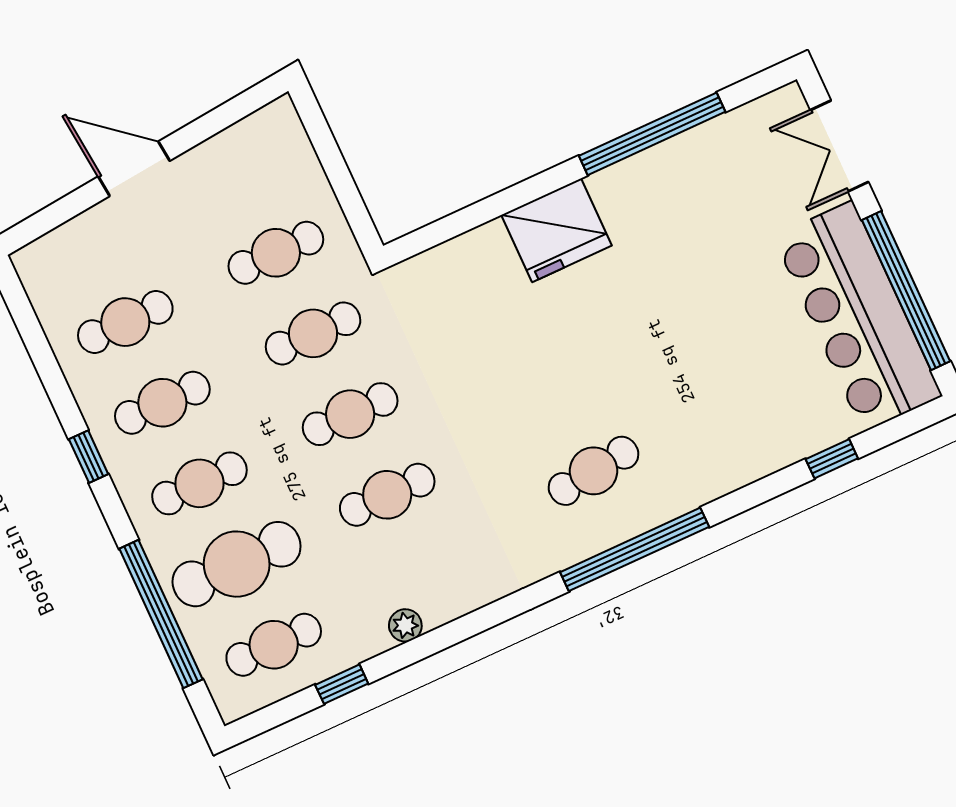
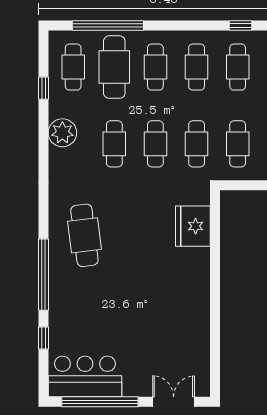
window: (652, 134) -> (215, 325), removed
fridge: (557, 230) -> (193, 226), moved
bar counter: (858, 316) -> (85, 376), width x0.73
window: (89, 457) -> (240, 26), moved
cafe table: (593, 471) -> (84, 235), width x1.37, depth x1.35
window: (635, 549) -> (43, 275), moved
plant: (405, 625) -> (62, 133), width x1.87, depth x1.87

